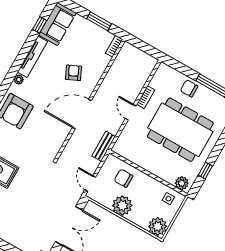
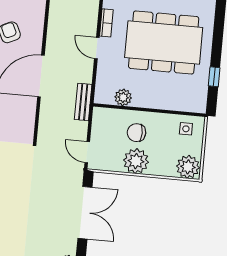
chair: (123, 178) -> (136, 133), moved
plant: (182, 183) -> (123, 97), moved

